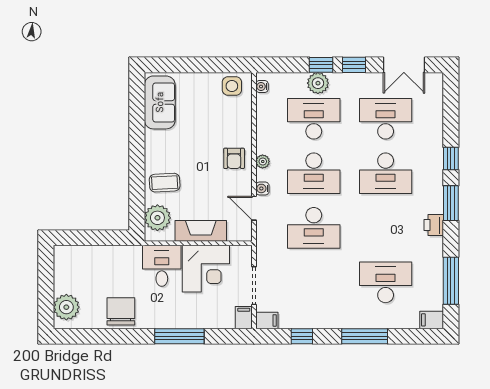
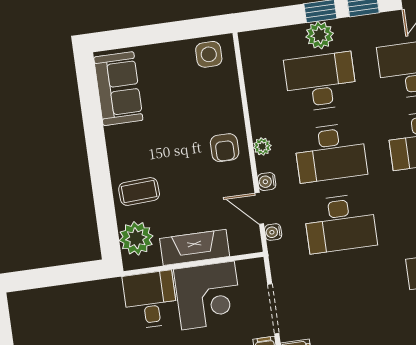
water cooler: (262, 86) -> (273, 232), moved

